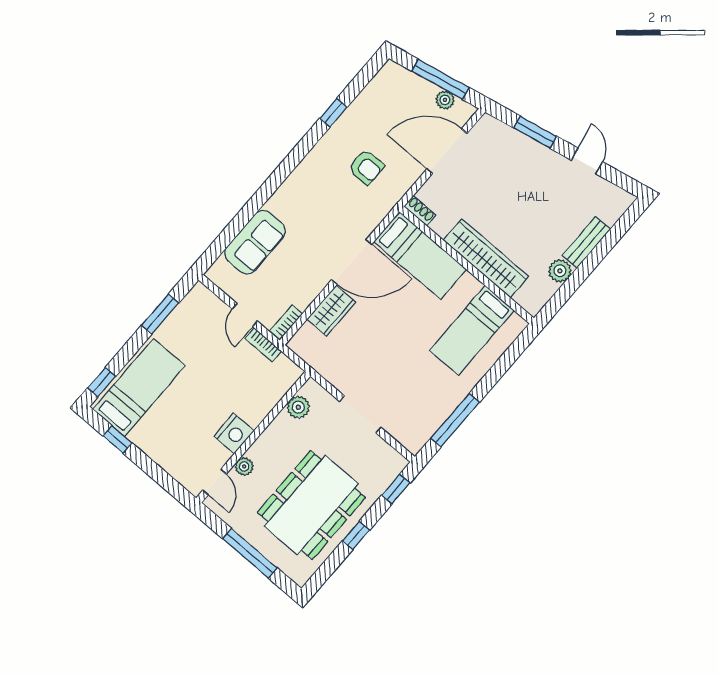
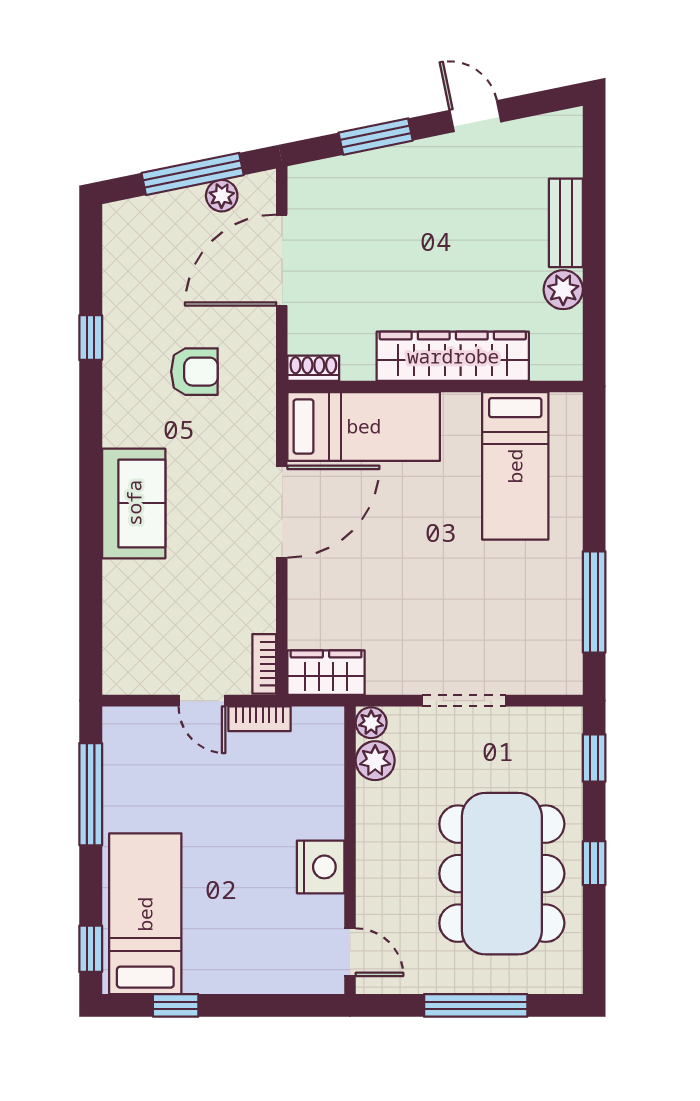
sofa: (255, 242) -> (134, 503), moved
wardrobe: (331, 311) -> (326, 673), moved, turned -90
window: (160, 314) -> (91, 794), width x1.44
plant: (244, 467) -> (371, 723), moved

